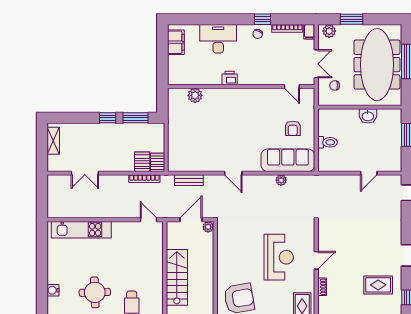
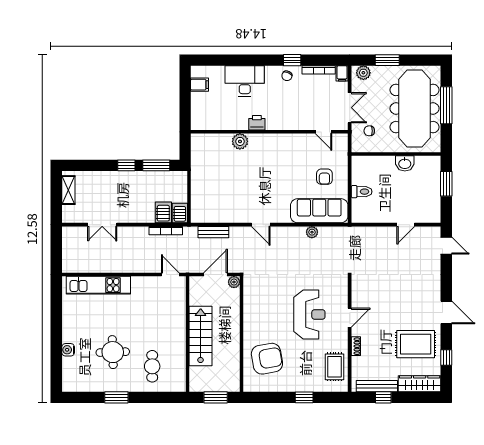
filing cabinet: (176, 42) -> (199, 85), width x0.50
plant: (195, 95) -> (240, 141), moved
rug: (378, 285) -> (416, 344), width x1.36, depth x1.43

